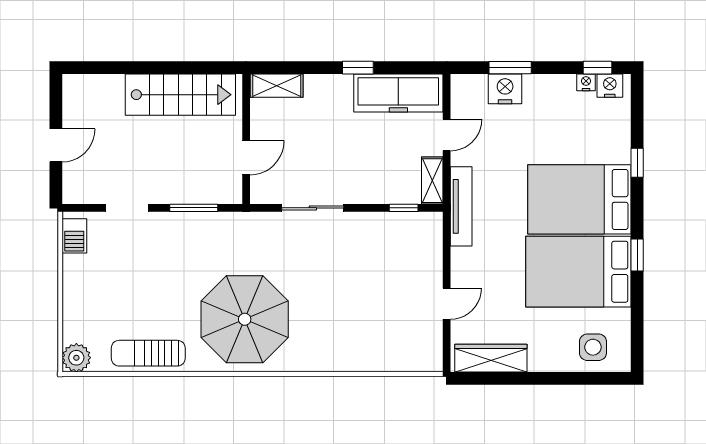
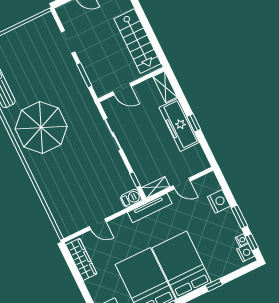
window: (510, 68) -> (239, 217), moved
freezer: (398, 93) -> (179, 125), moved
barbecue: (74, 236) -> (131, 198), moved, turned 180

